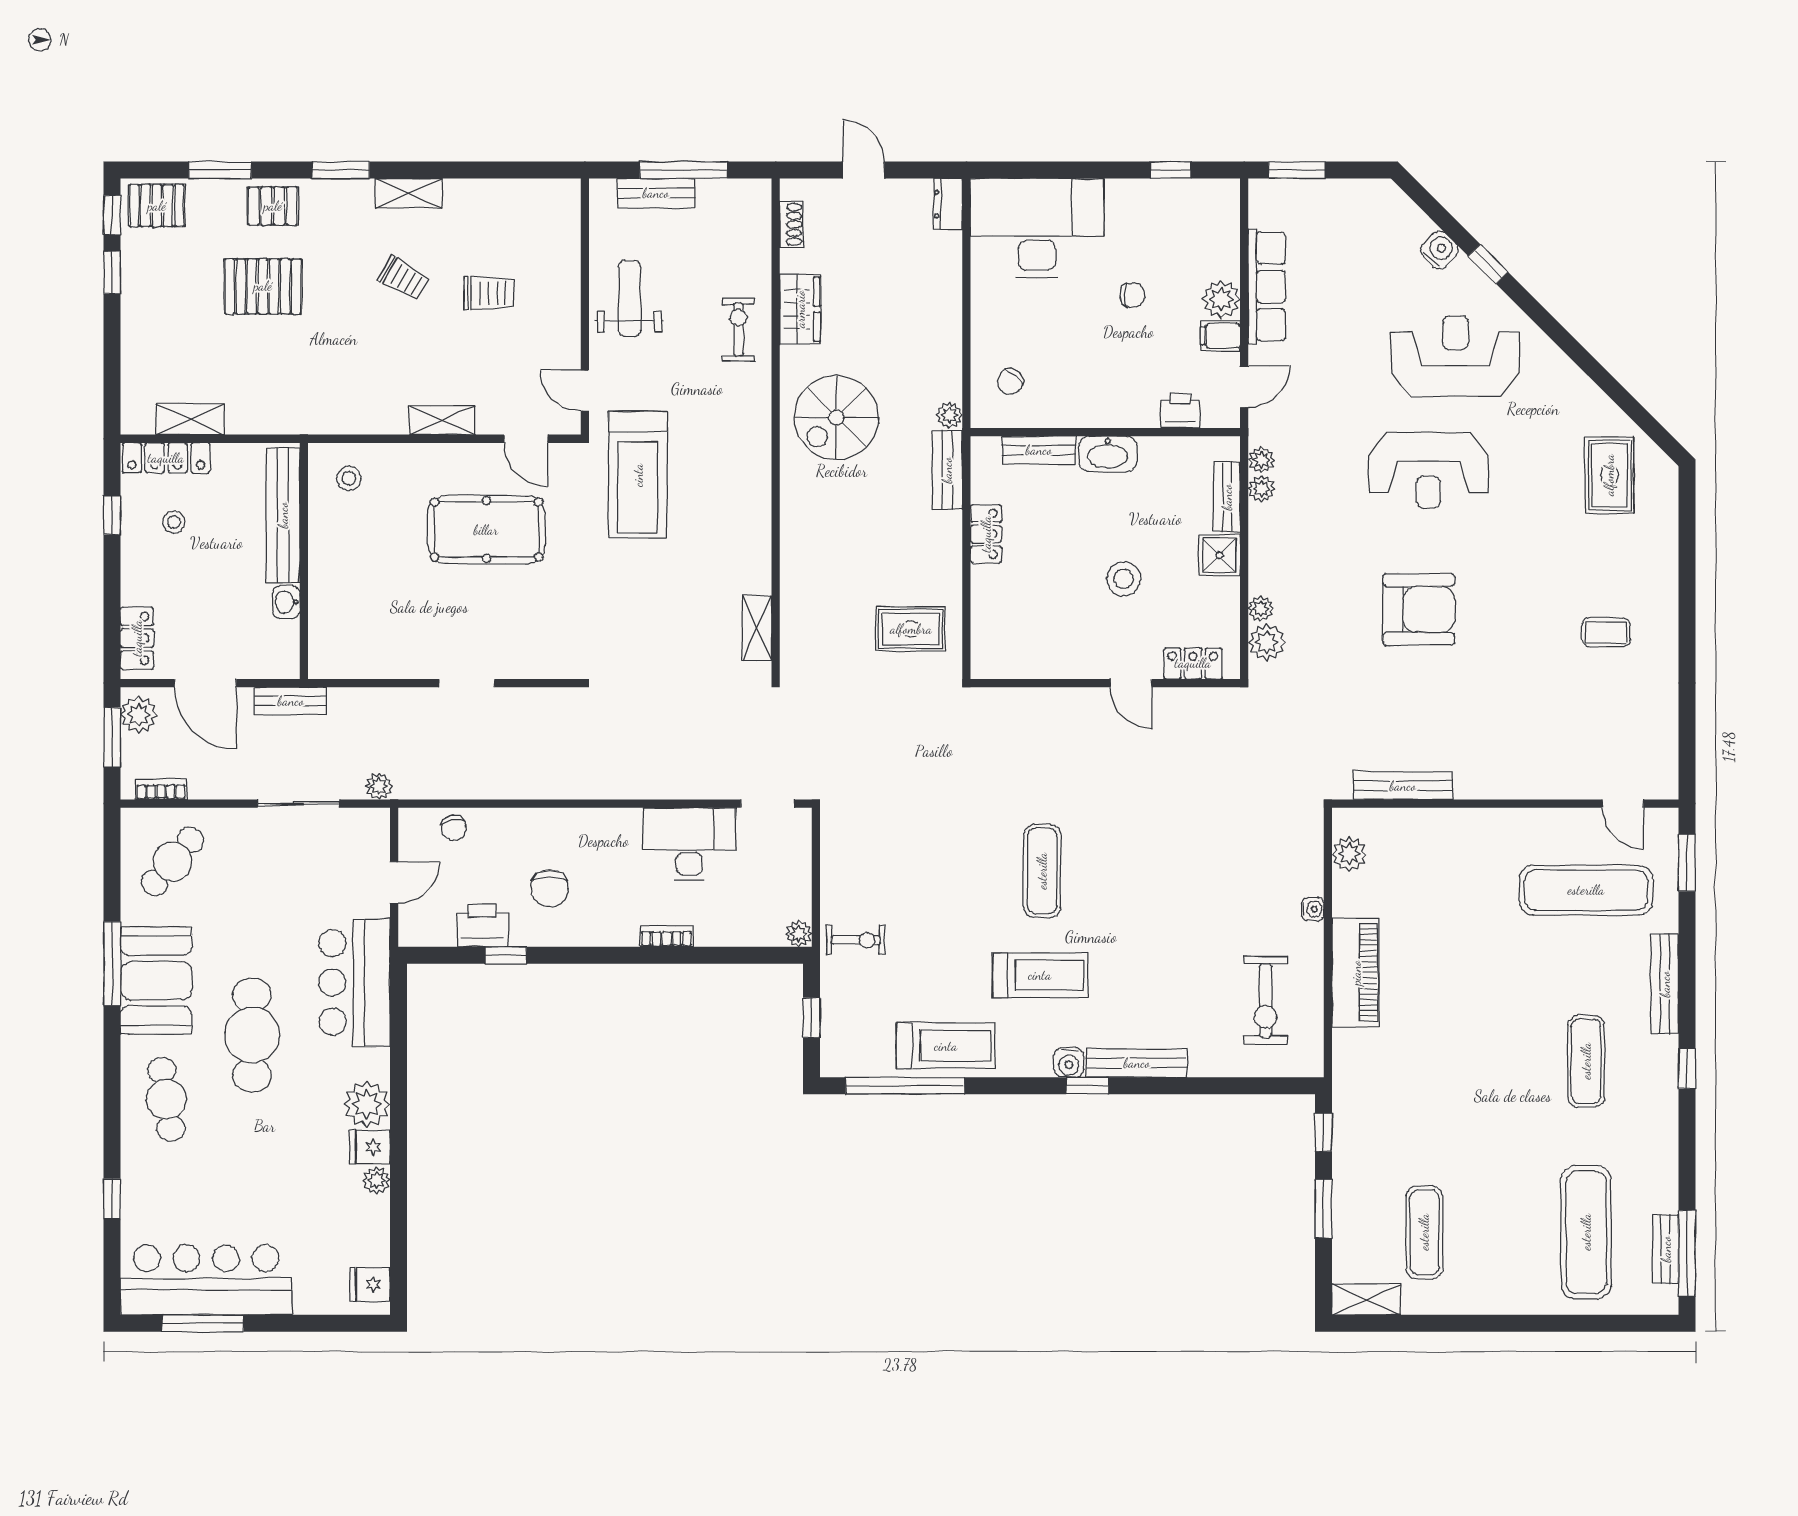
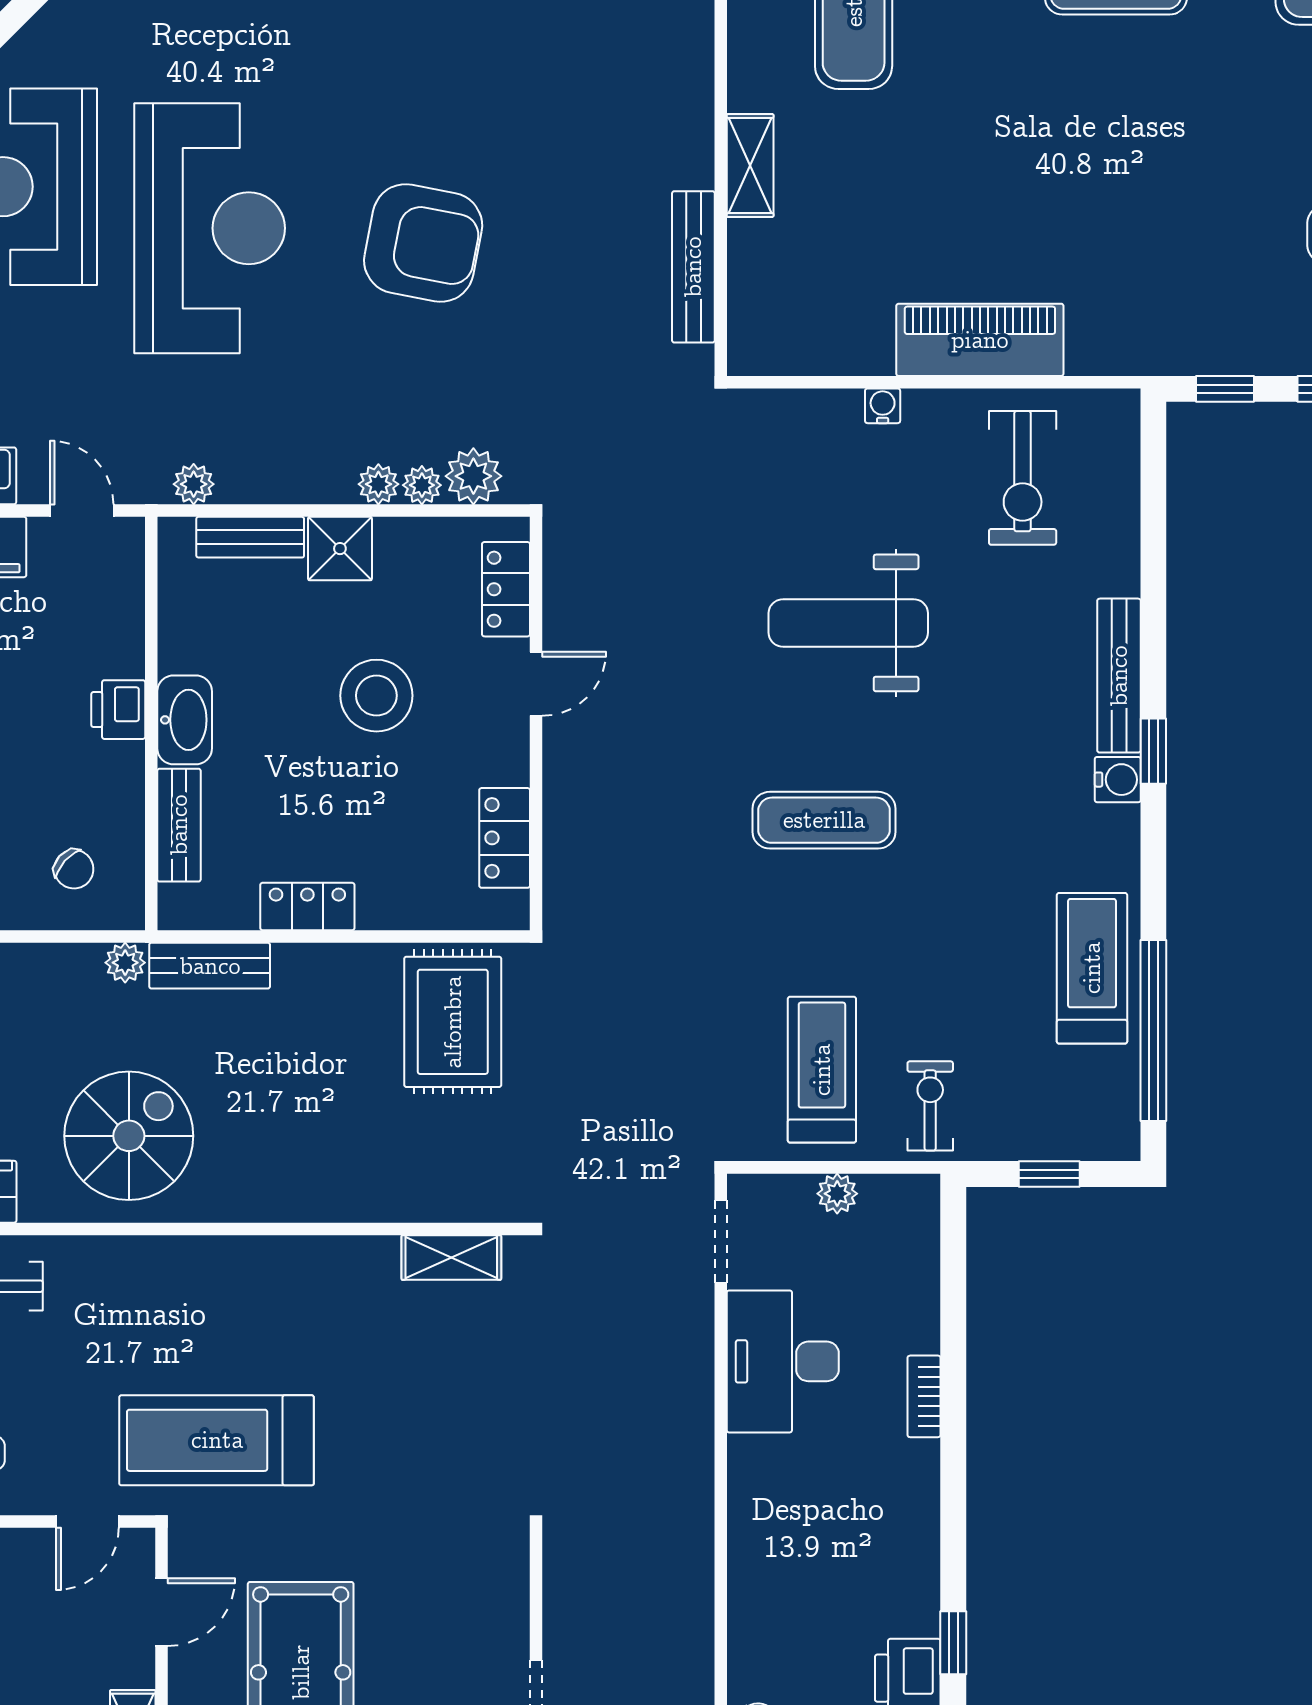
printer: (1180, 411) -> (118, 710), moved
spiral stairs: (836, 417) -> (129, 1136), turned -90
reception desk: (1428, 470) -> (210, 228), width x1.36, depth x1.30
treadmill: (638, 475) -> (217, 1440), turned 180
plant: (1261, 489) -> (378, 484), moved
stool: (1124, 579) -> (376, 696), width x1.38, depth x1.38
armchair: (1419, 609) -> (423, 243), turned 101
rug: (911, 629) -> (453, 1022), width x1.36, depth x1.43
locker: (1031, 663) -> (505, 838), added
shelving: (1469, 823) -> (750, 165), added
plant: (1349, 854) -> (798, 350), removed
weight bench: (1171, 887) -> (848, 623), added
chair: (550, 888) -> (851, 1576), removed
plant: (799, 934) -> (837, 1194), moved
treadmill: (1040, 975) -> (822, 1070), moved
exercise bike: (1266, 1000) -> (1023, 478), turned 90

